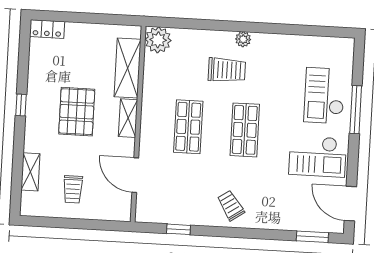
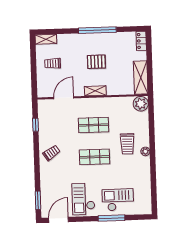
shelving: (128, 68) -> (141, 77), moved, turned 90
window: (21, 105) -> (97, 30), width x3.17
pallet: (77, 112) -> (96, 62), width x0.67, depth x0.71
shelving: (30, 172) -> (46, 39), moved

